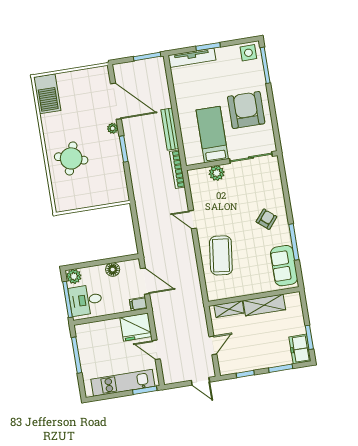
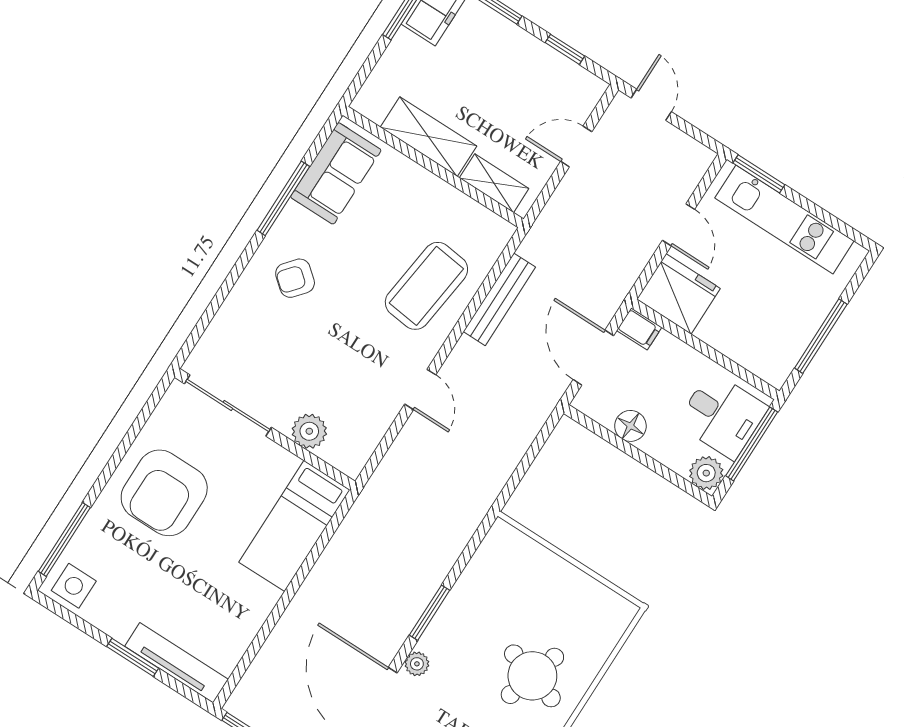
bench: (170, 129) -> (499, 299), moved
bed: (212, 134) -> (294, 526), moved
bookcase: (177, 169) -> (370, 497), removed

